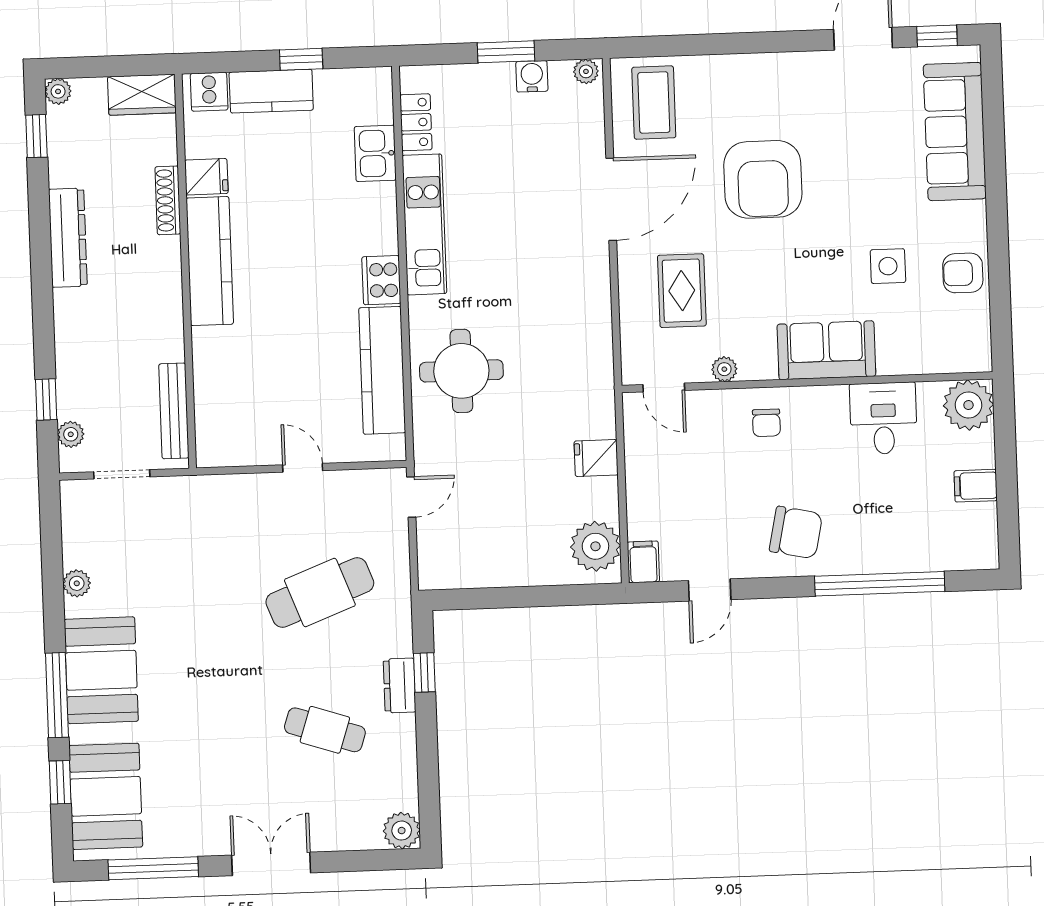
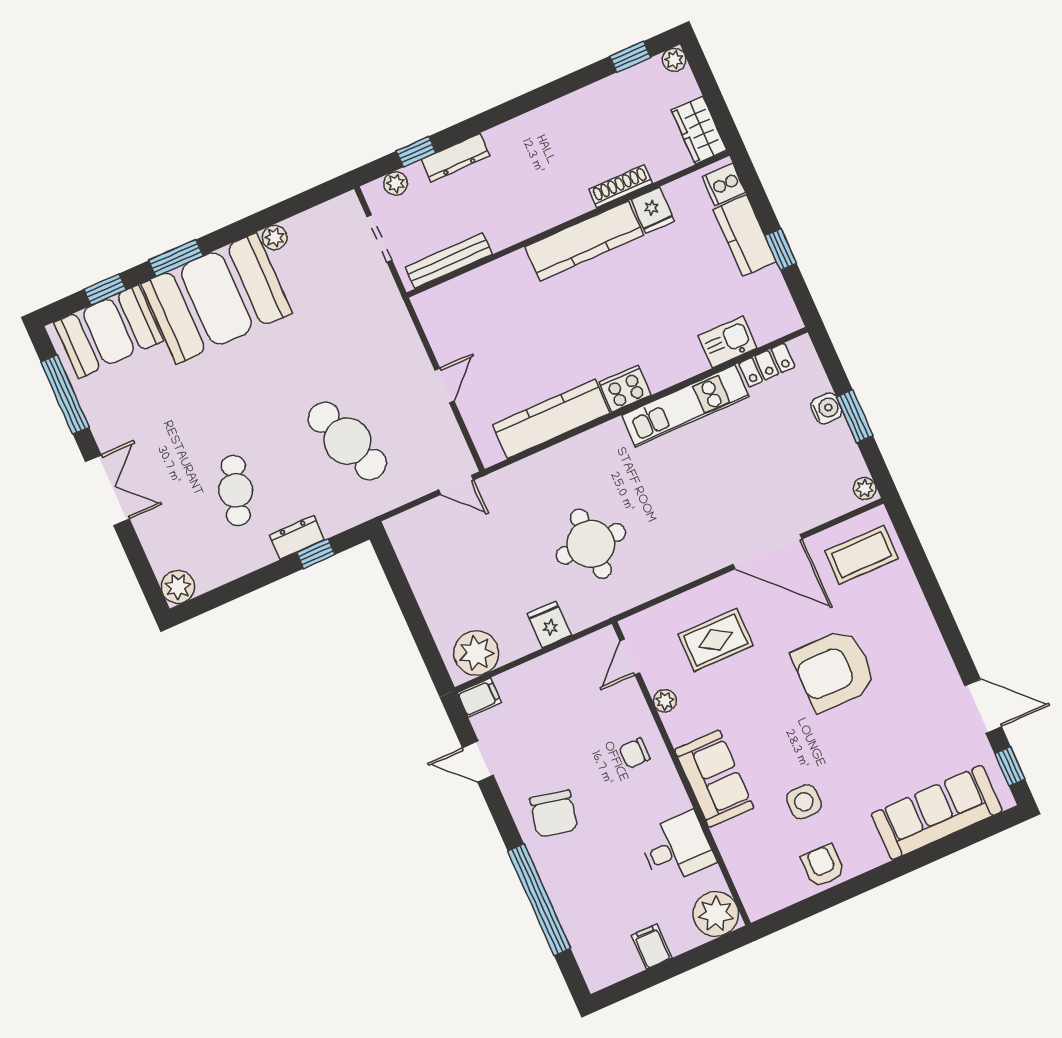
water cooler: (532, 76) -> (826, 408), moved
dresser: (68, 238) -> (455, 158), moved, width x0.73, depth x0.80
round table: (461, 371) -> (591, 544), moved
booth: (101, 670) -> (216, 298), width x1.36, depth x1.42
window: (57, 695) -> (176, 258), width x0.69

